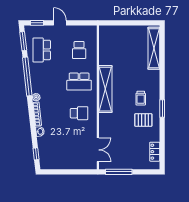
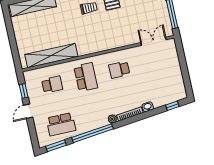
window: (37, 23) -> (24, 91), moved
shelving: (105, 89) -> (51, 56), moved
school desk: (79, 113) -> (119, 70), turned -90

